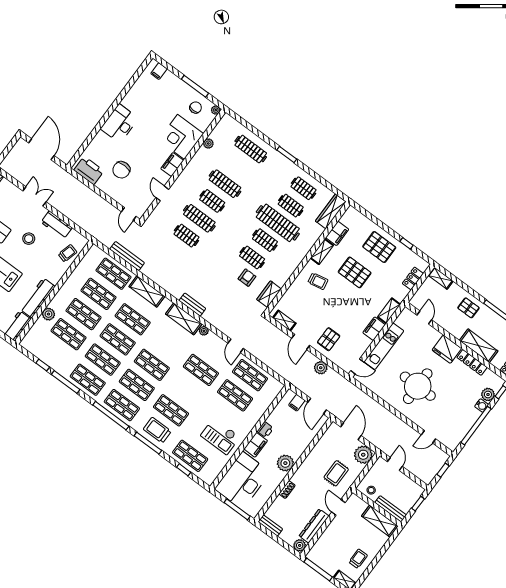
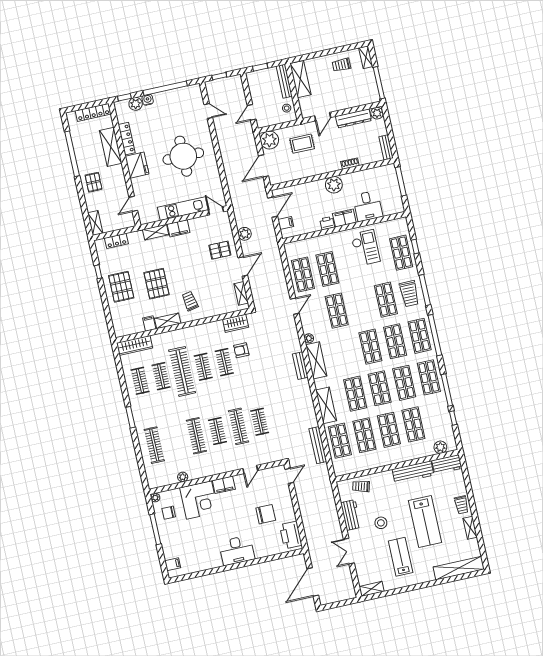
filing cabinet: (337, 233) -> (149, 323), width x0.50
plant: (48, 314) -> (440, 447), moved
desk: (243, 481) -> (368, 206), width x0.53, depth x0.77

